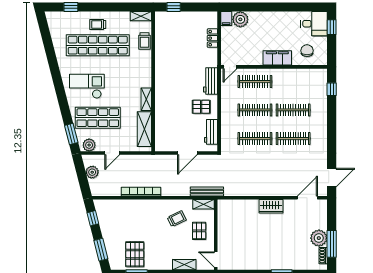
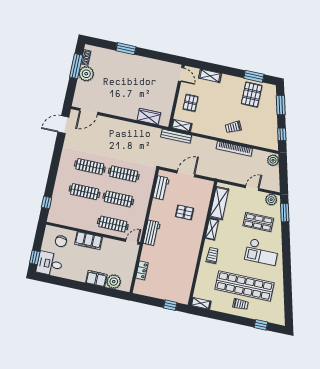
filing cabinet: (226, 19) -> (96, 279), moved, width x2.00
trolley: (144, 41) -> (212, 255), moved
pallet: (201, 107) -> (185, 212), moved
shop shelf: (98, 118) -> (258, 222), width x0.70, depth x0.74
plant: (92, 172) -> (273, 160), moved
wardrobe: (271, 206) -> (149, 117), moved
trolley: (177, 219) -> (233, 127), moved

